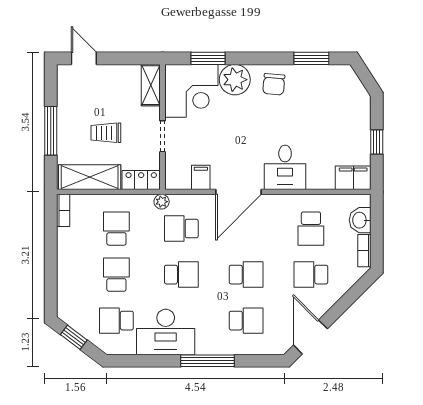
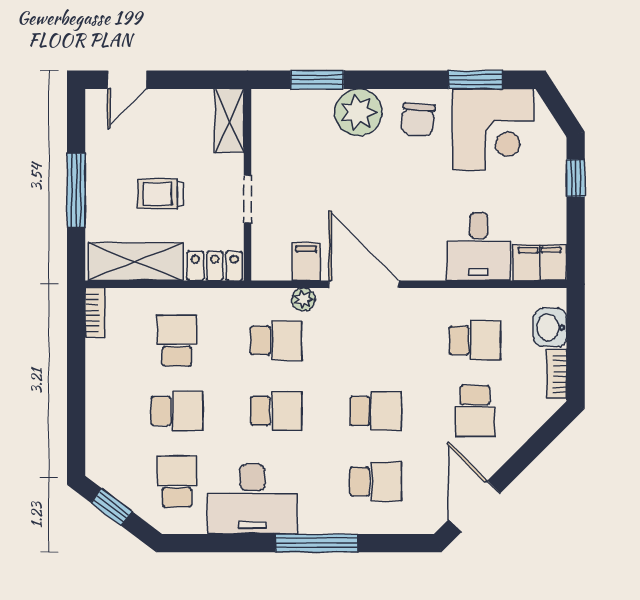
door: (84, 58) -> (127, 80), swing flipped
corner desk: (191, 91) -> (493, 129), moved
window: (377, 142) -> (576, 178), moved
desk: (285, 167) -> (479, 247), moved
door: (238, 192) -> (364, 284), swing flipped
plant: (162, 202) -> (303, 299), moved
school desk: (181, 229) -> (276, 340), turned 180
school desk: (311, 229) -> (475, 340), turned -90
school desk: (116, 275) -> (177, 411), turned 90
school desk: (311, 275) -> (475, 411), turned -90
school desk: (116, 321) -> (177, 481), turned 90

